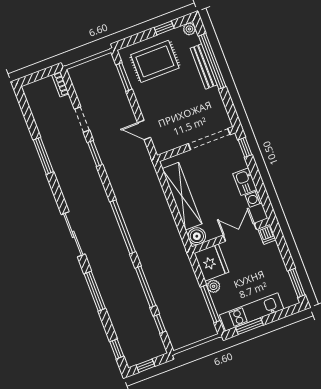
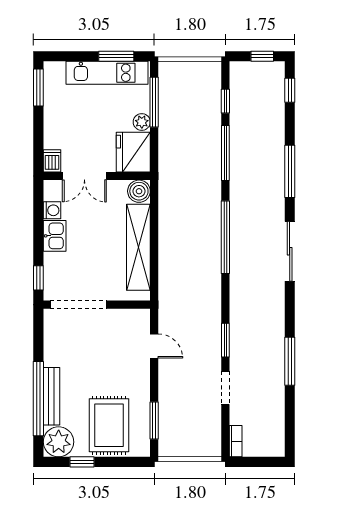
plant: (189, 29) -> (59, 442), width x1.87, depth x1.87
rug: (155, 61) -> (109, 425), turned 90

